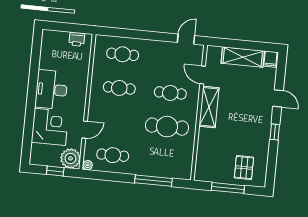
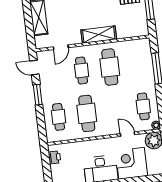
window: (154, 36) -> (38, 95), added
cafe table: (119, 88) -> (87, 113), width x1.37, depth x1.35
shelving: (209, 107) -> (99, 35), moved

